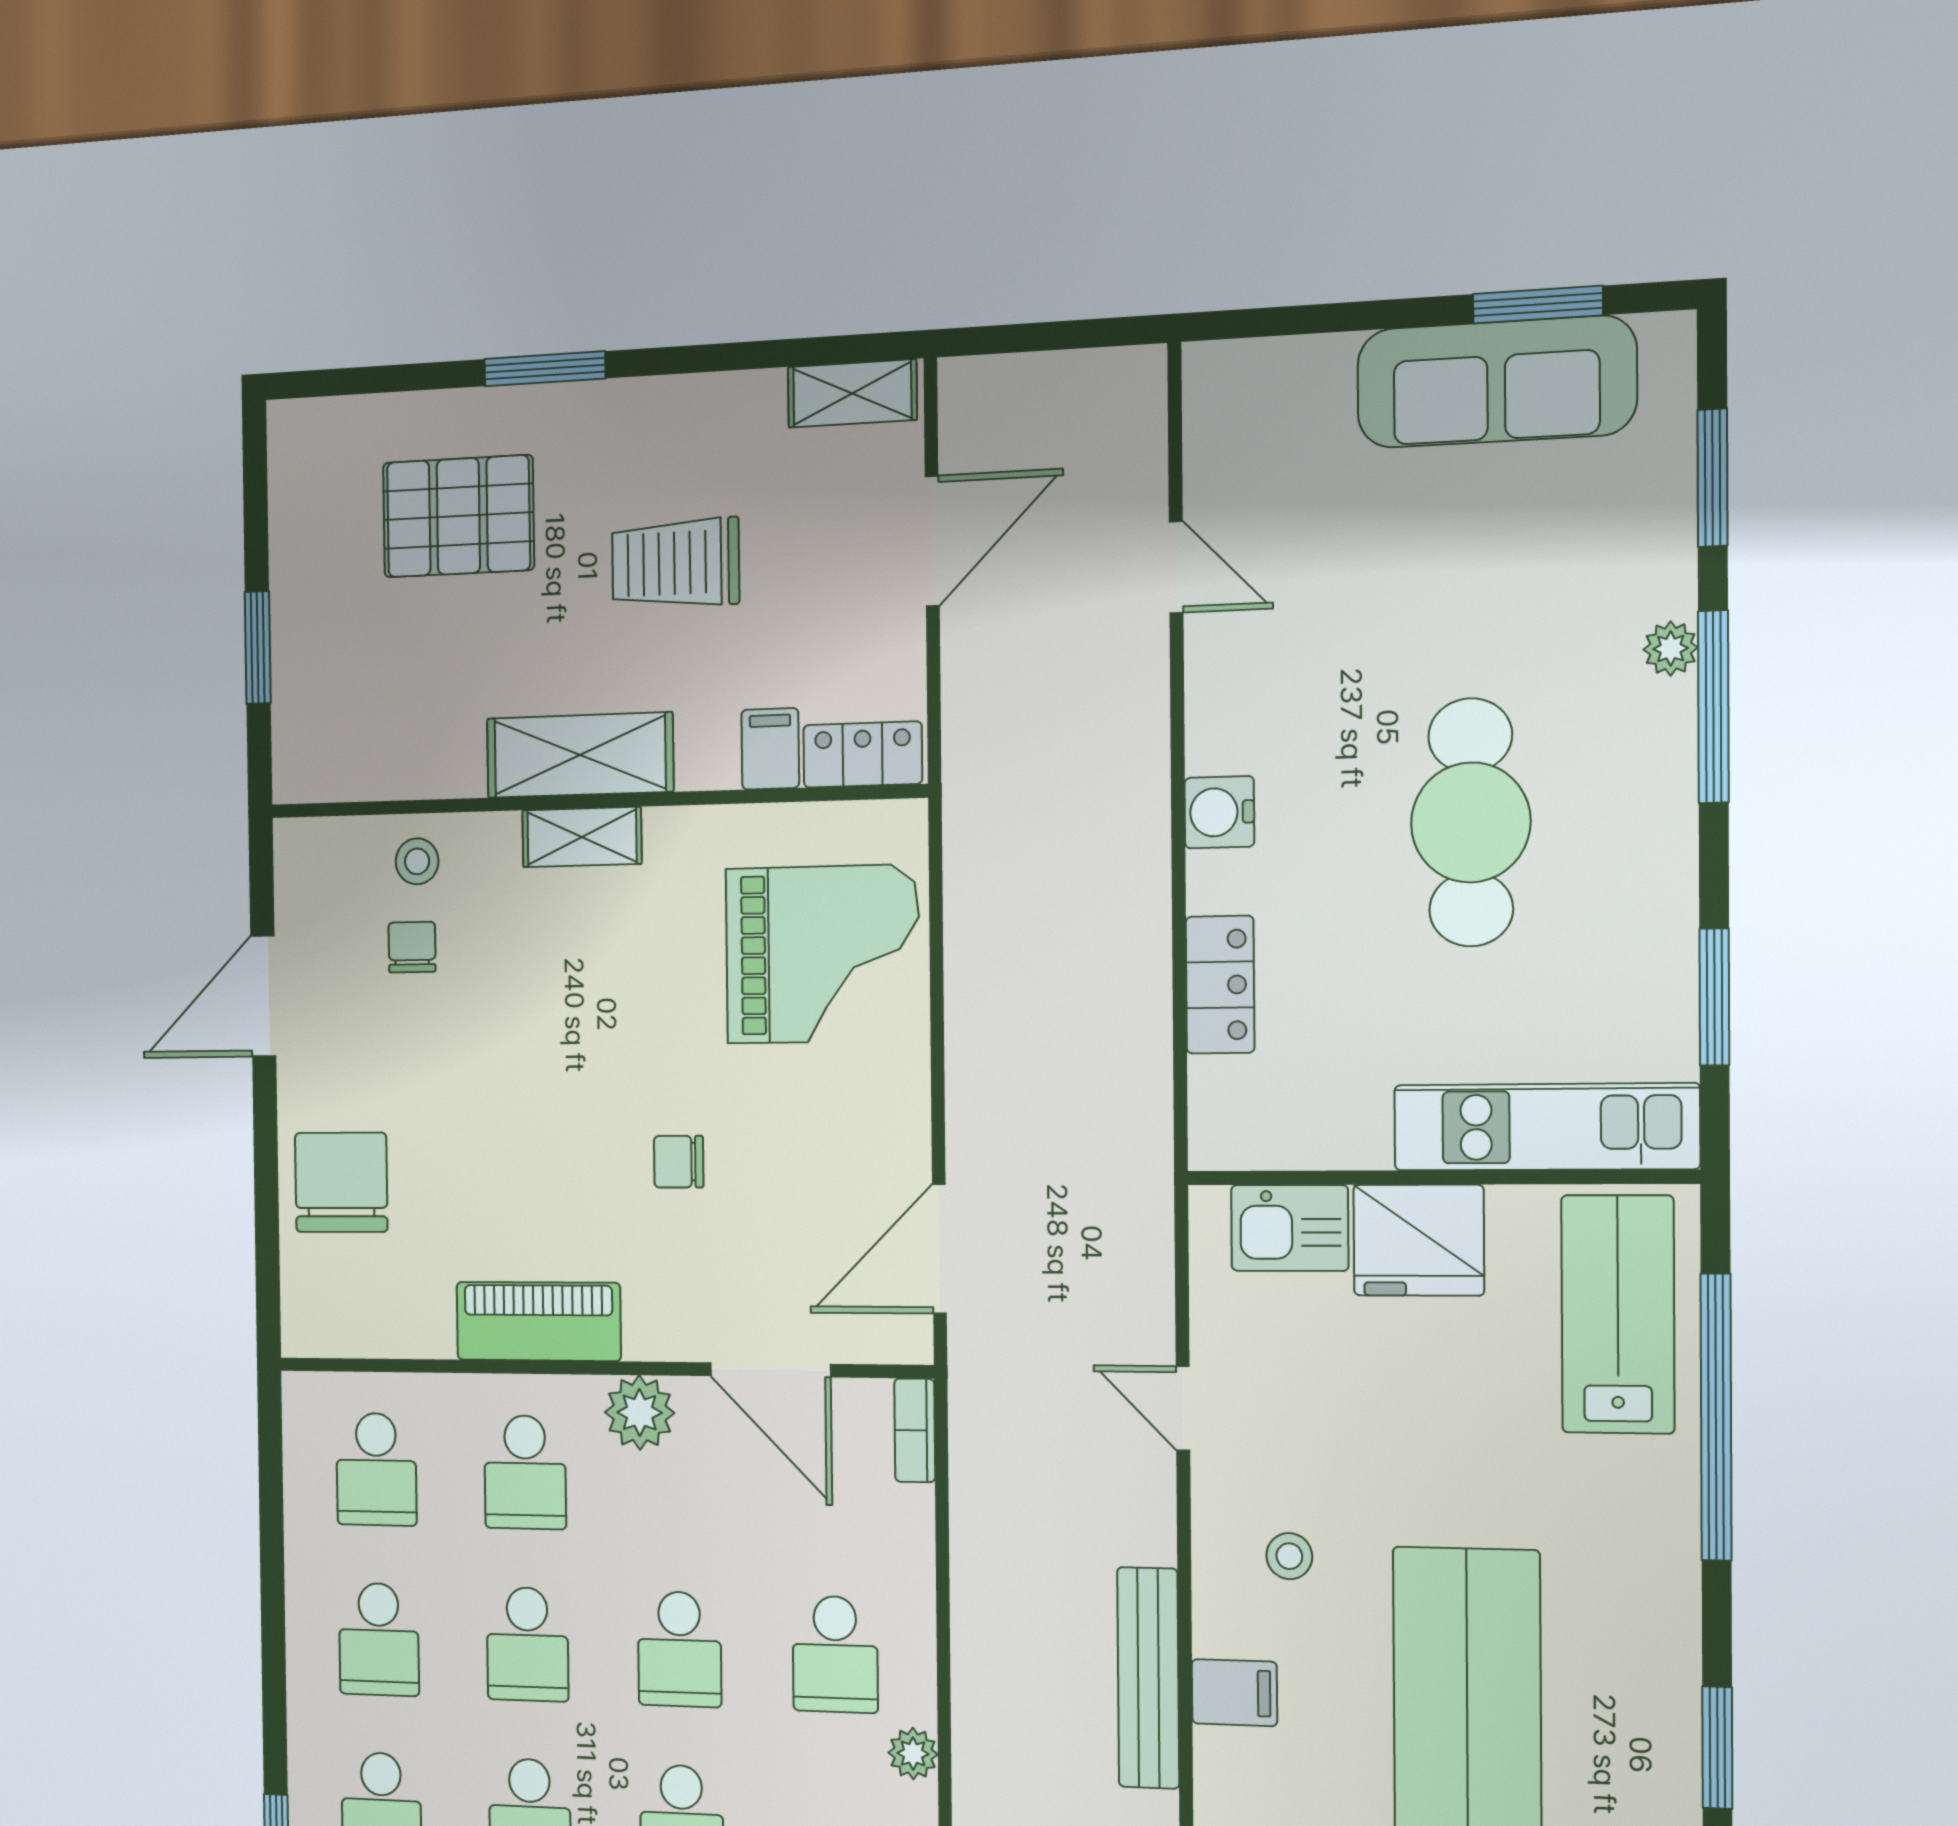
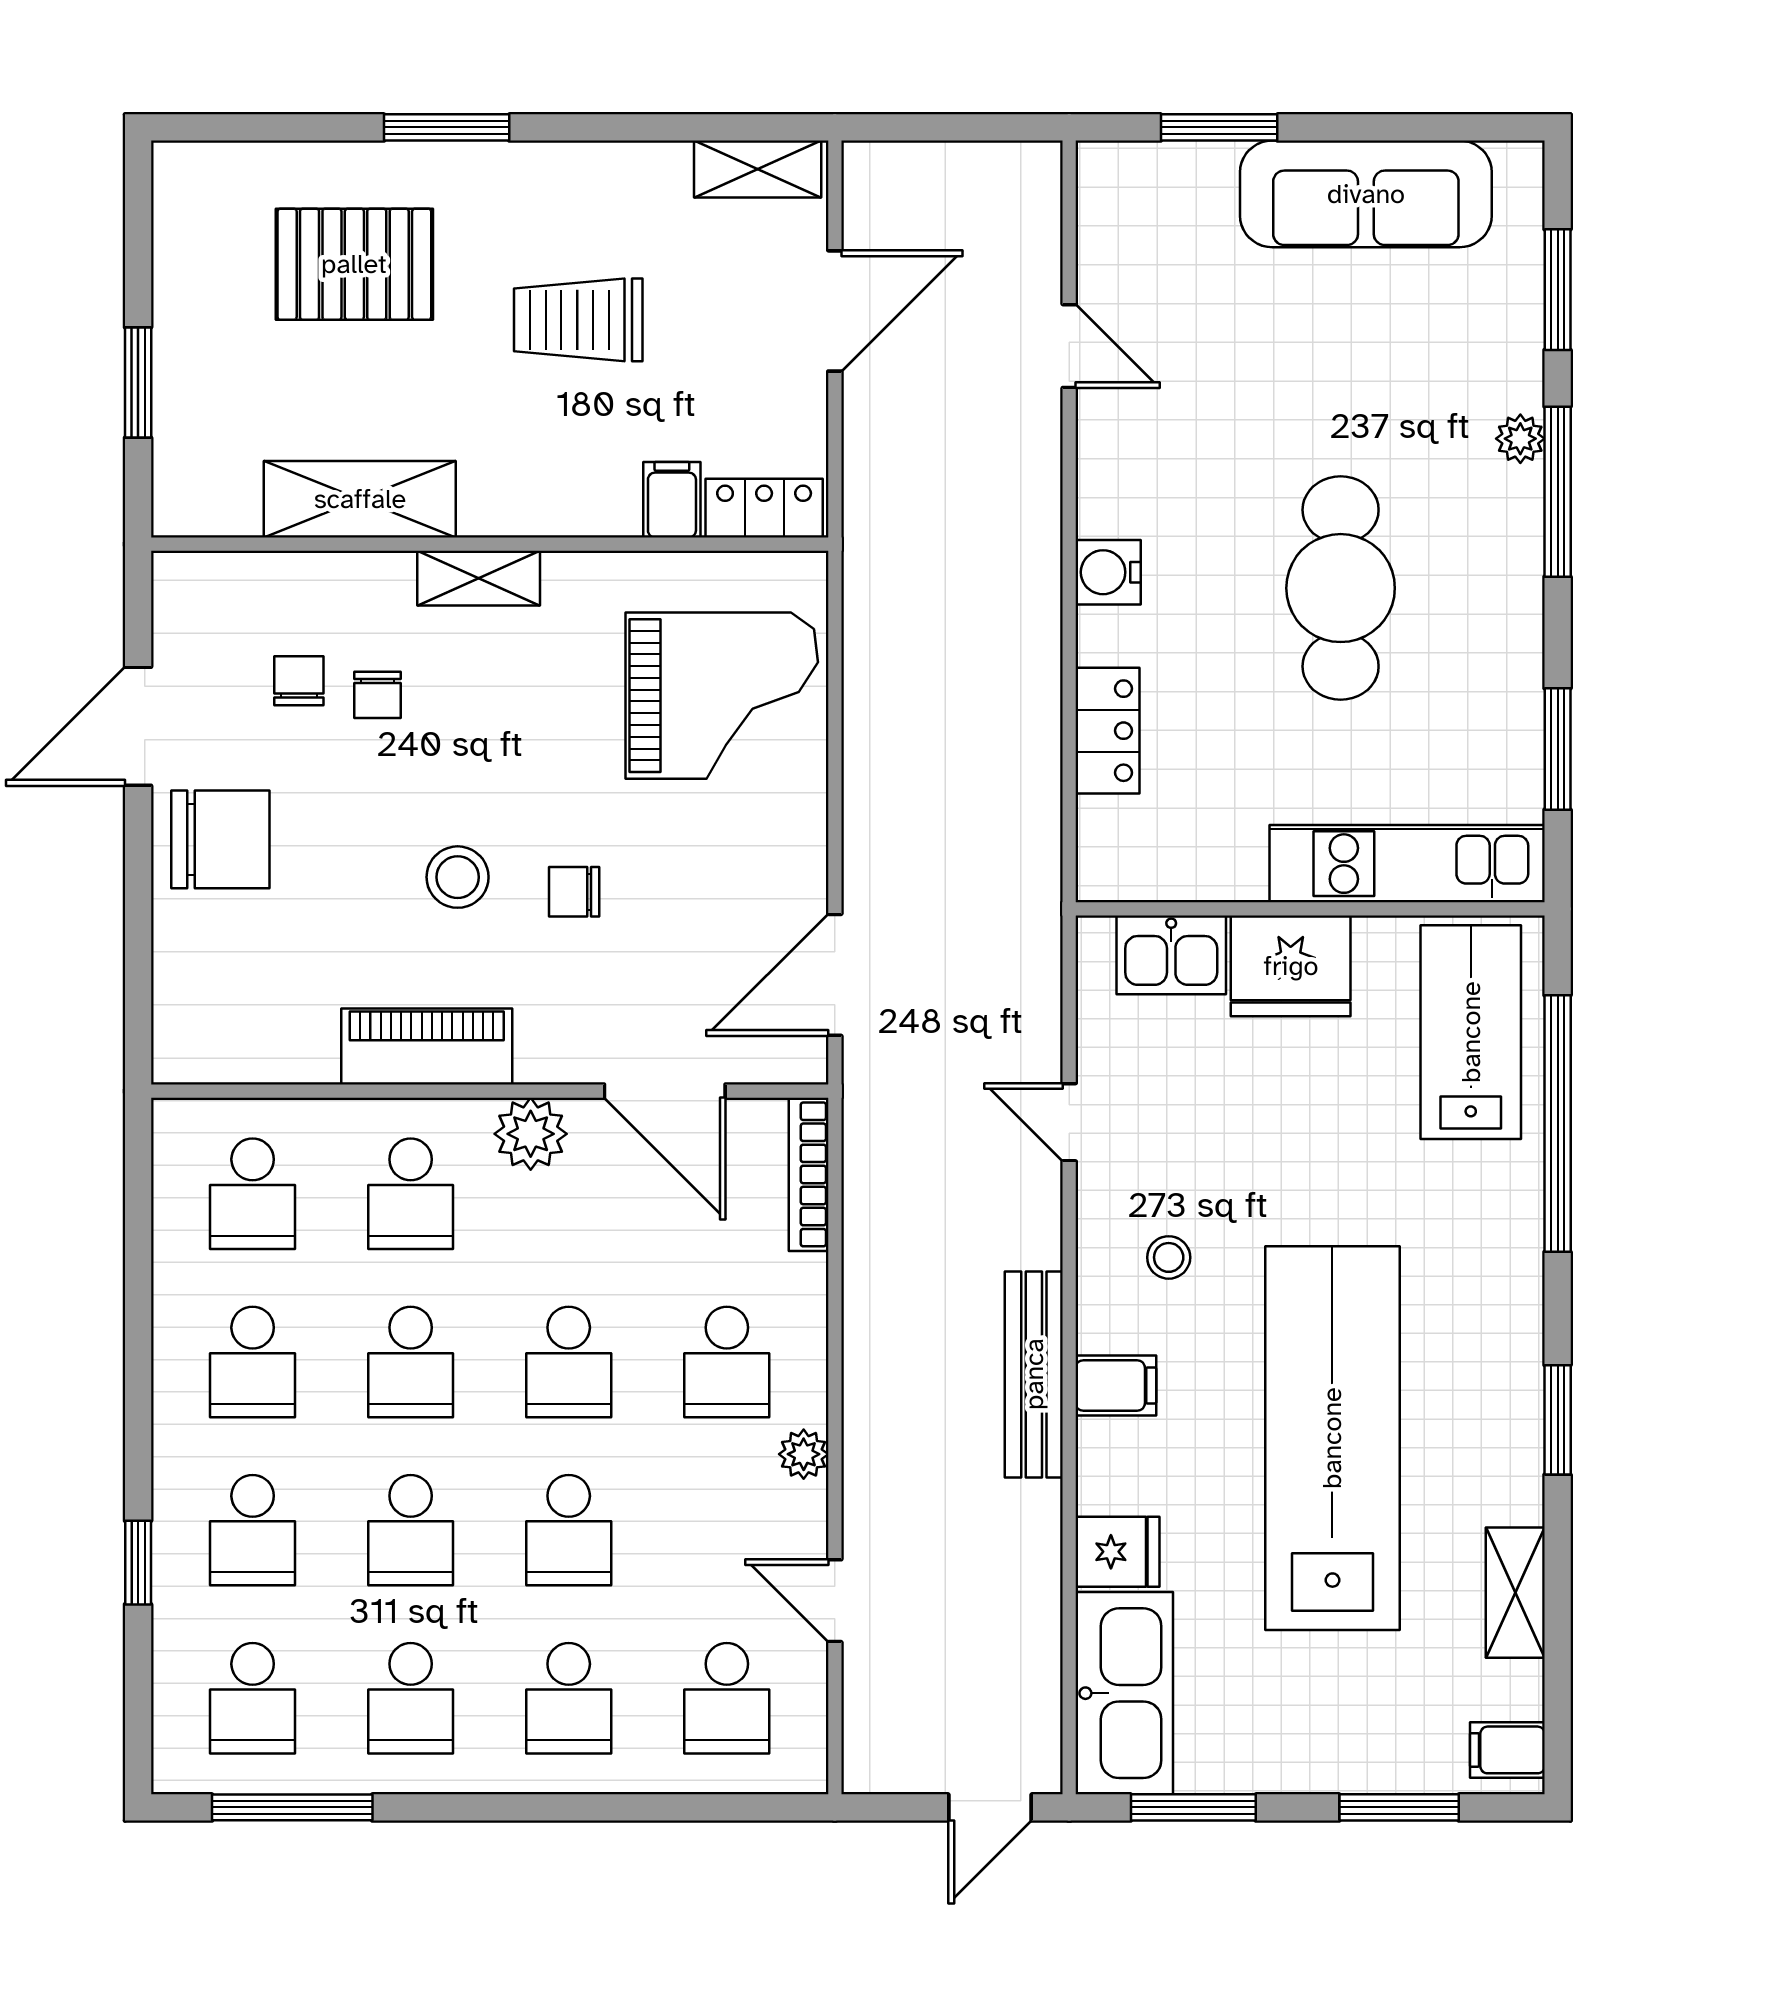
window: (1538, 305) -> (1219, 127), moved
shelving: (580, 755) -> (360, 499), moved
stool: (417, 861) -> (458, 877), moved, width x1.37, depth x1.37
chair: (487, 960) -> (378, 695), added
chair: (341, 1182) -> (220, 839), moved, turned 90
bookcase: (915, 1430) -> (809, 1174), width x1.56

